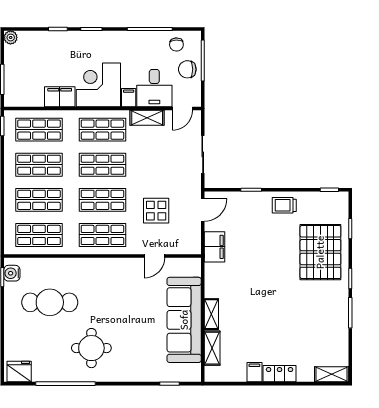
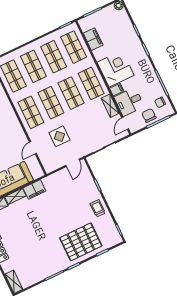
filing cabinet: (60, 97) -> (93, 39), moved
door: (182, 109) -> (125, 123), hinge flipped
door: (203, 210) -> (73, 163), hinge flipped
filing cabinet: (215, 247) -> (34, 189), moved
door: (154, 256) -> (33, 148), hinge flipped

